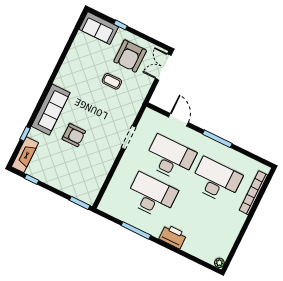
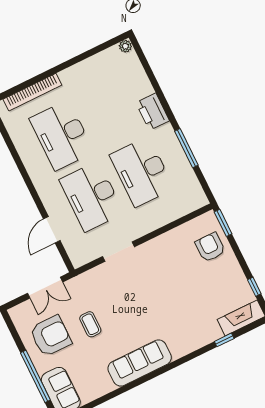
window: (120, 25) -> (35, 376), width x3.17
double door: (163, 67) -> (45, 288), moved
sofa: (51, 110) -> (140, 363), moved
armchair: (74, 135) -> (210, 247), moved
window: (217, 139) -> (26, 178), removed

